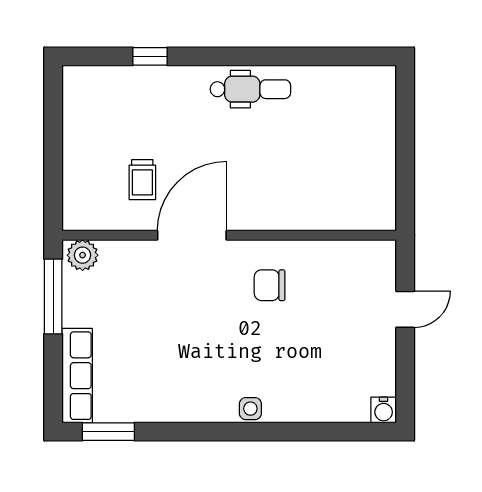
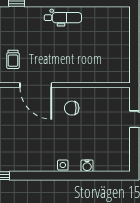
door: (192, 235) -> (36, 85), swing flipped
water cooler: (384, 410) -> (87, 166), moved

